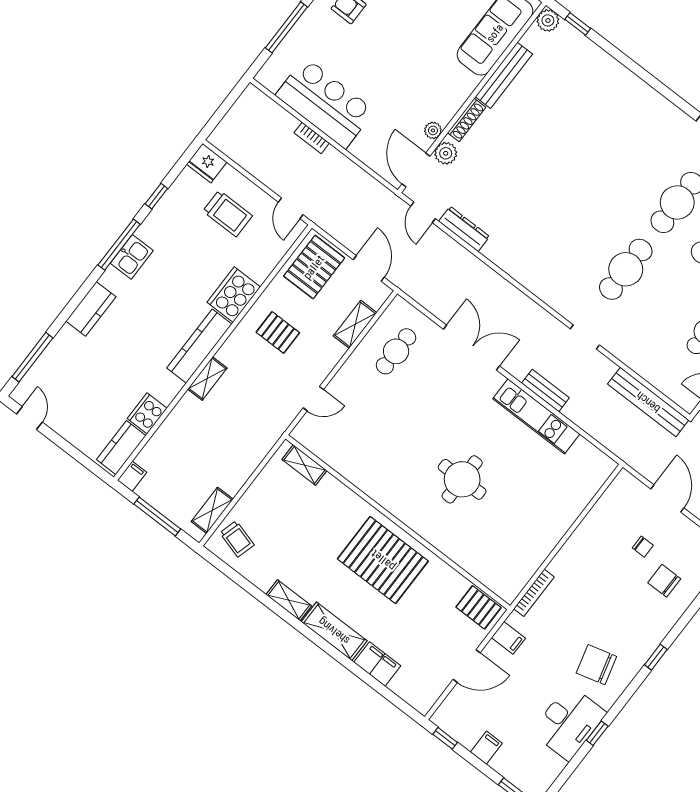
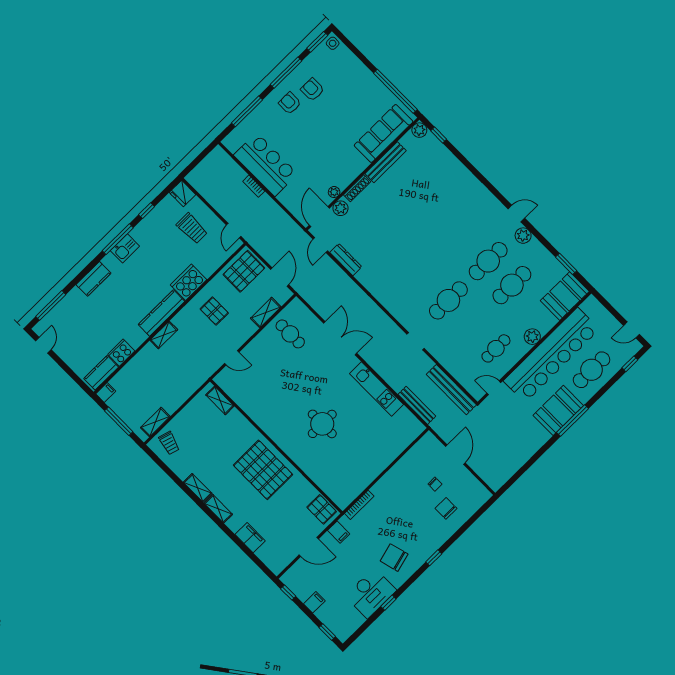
cafe table: (396, 351) -> (290, 334), turned 90
bench: (545, 391) -> (417, 405), moved, width x1.36
shelving: (334, 631) -> (218, 509), width x0.67, depth x0.75

